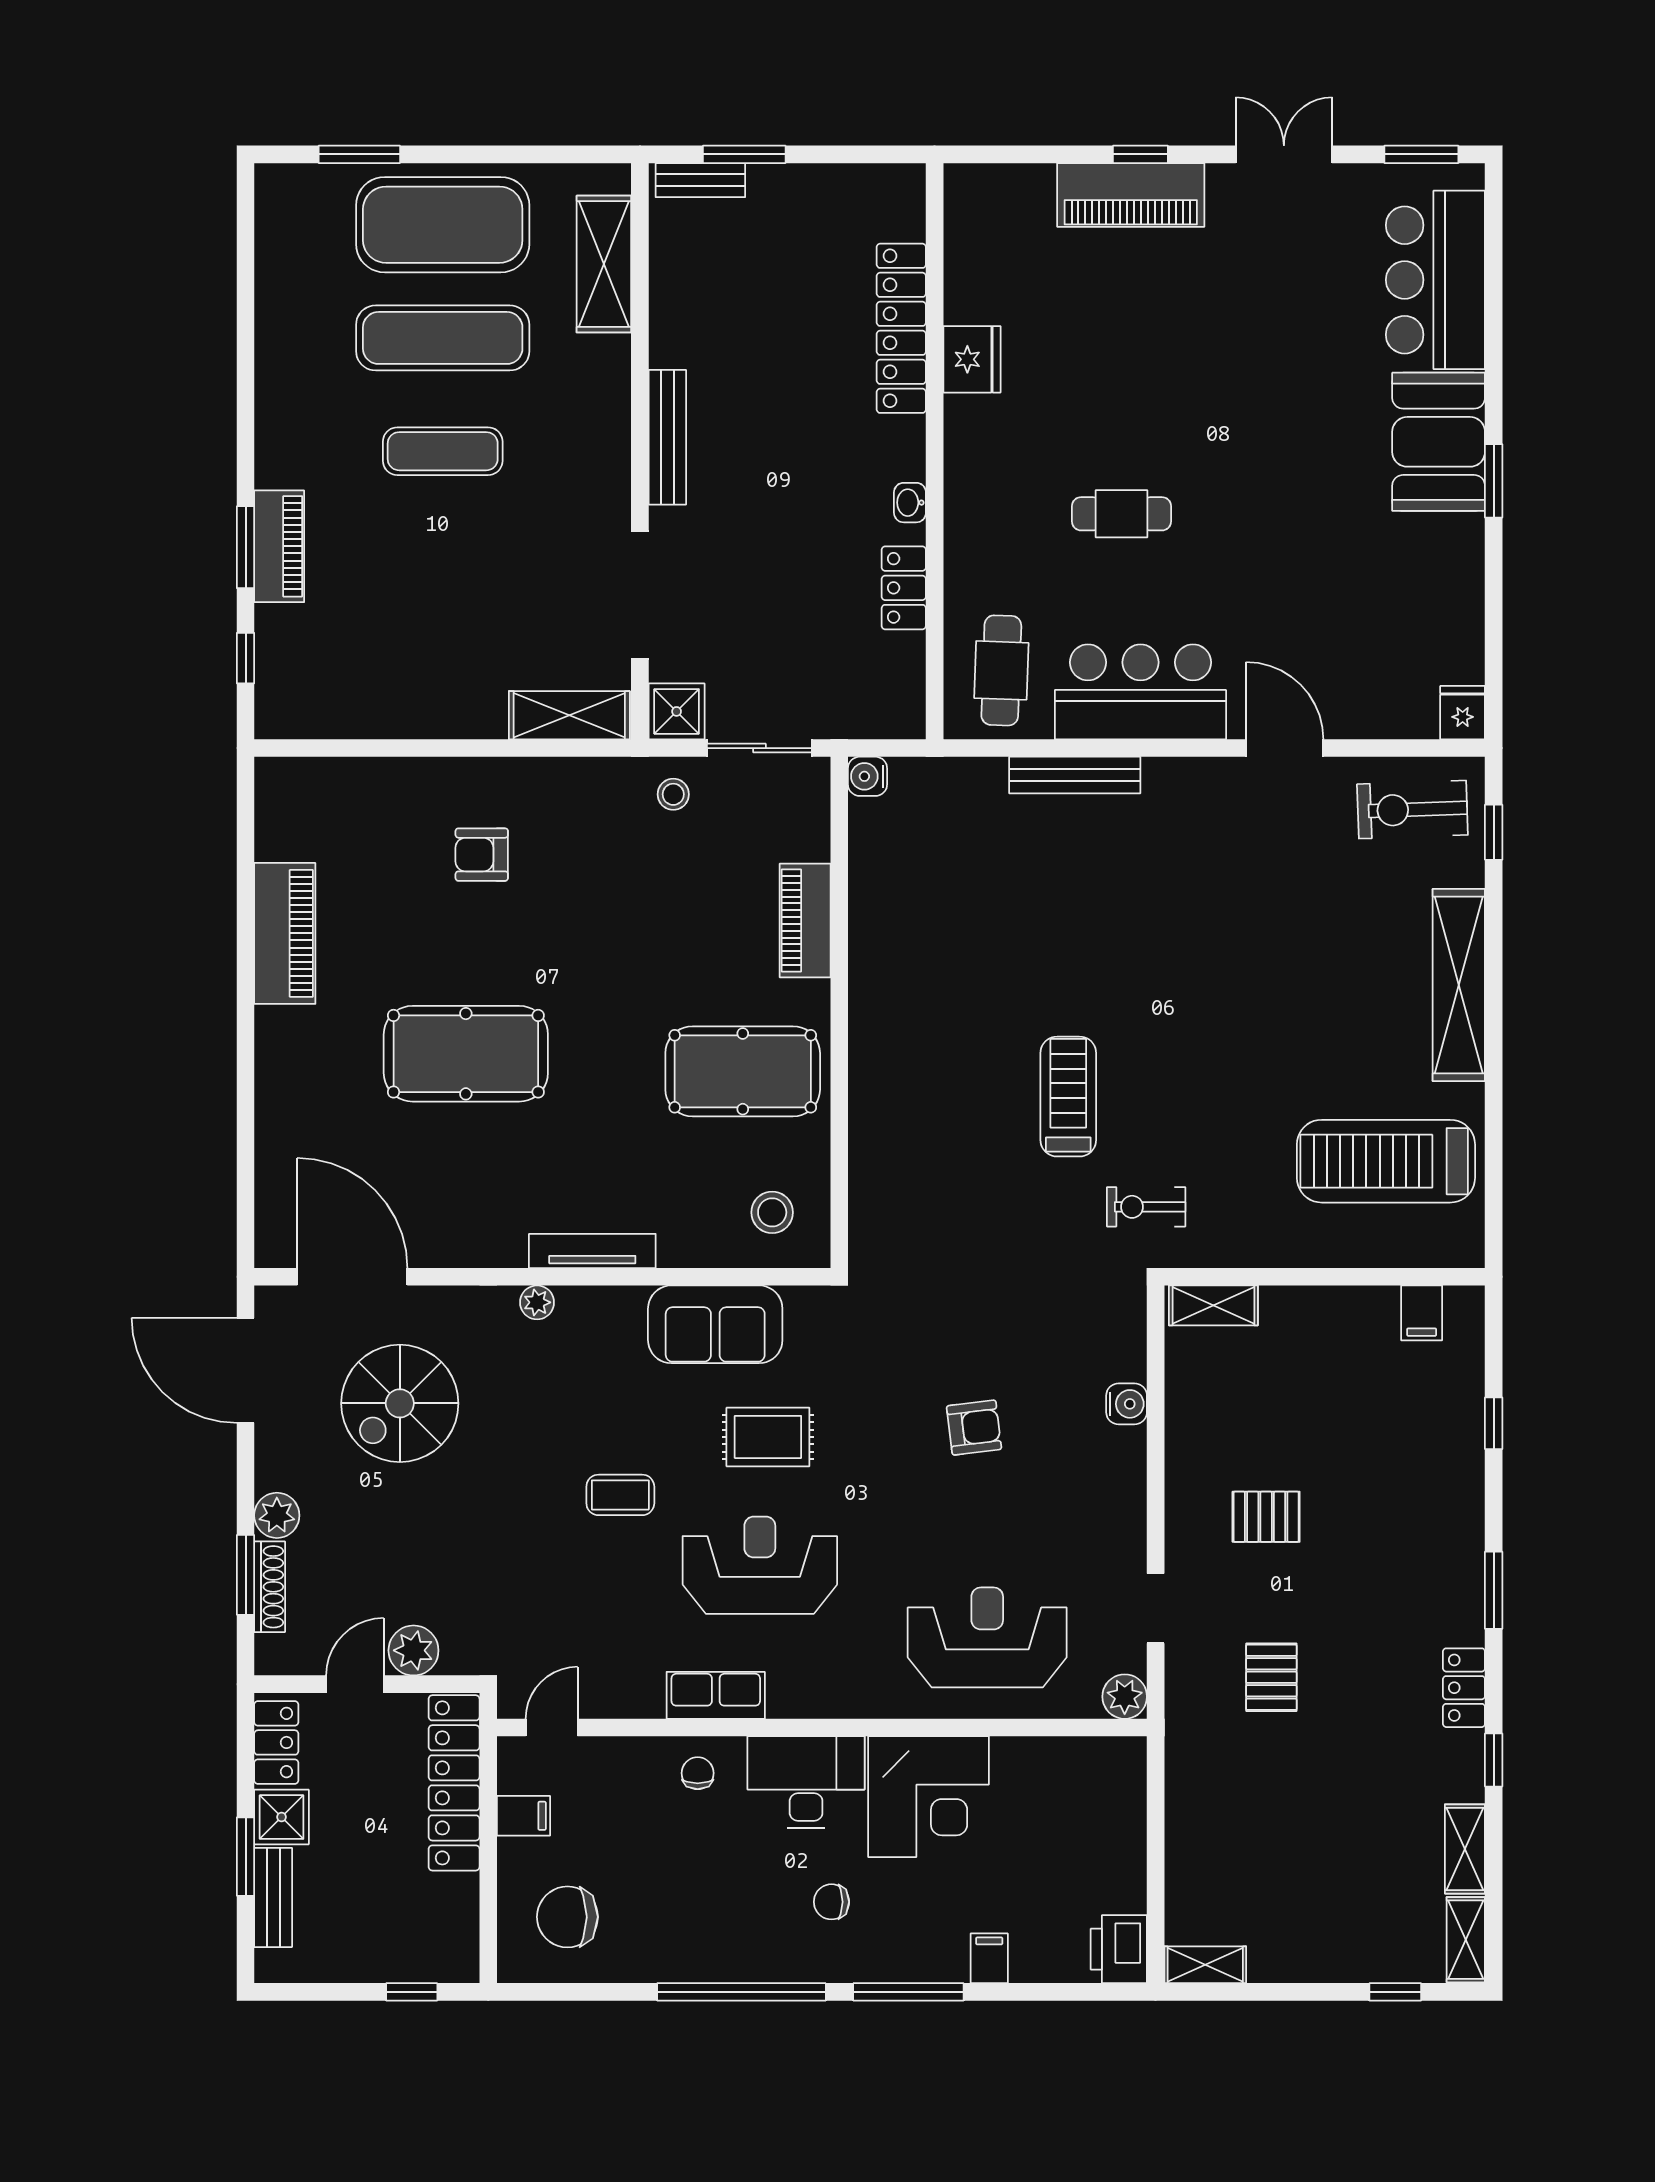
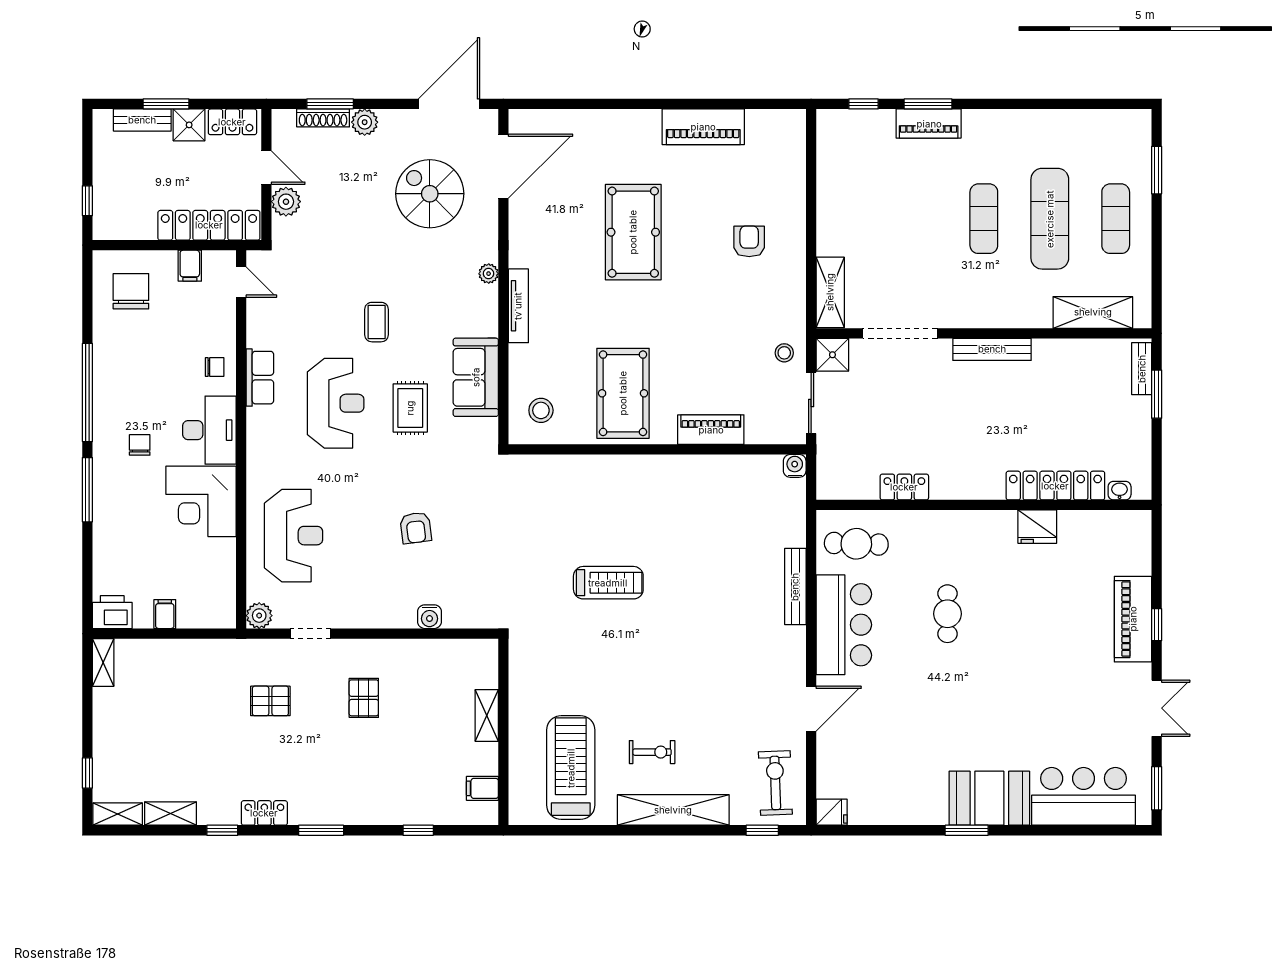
exercise mat: (443, 225) -> (1116, 219), width x0.50, depth x0.69
washbasin: (910, 503) -> (1120, 491), moved
exercise bike: (1146, 1207) -> (652, 752), moved, turned 90
shelving: (1213, 1305) -> (487, 715), moved
filing cabinet: (989, 1958) -> (165, 614), moved, turned -90

